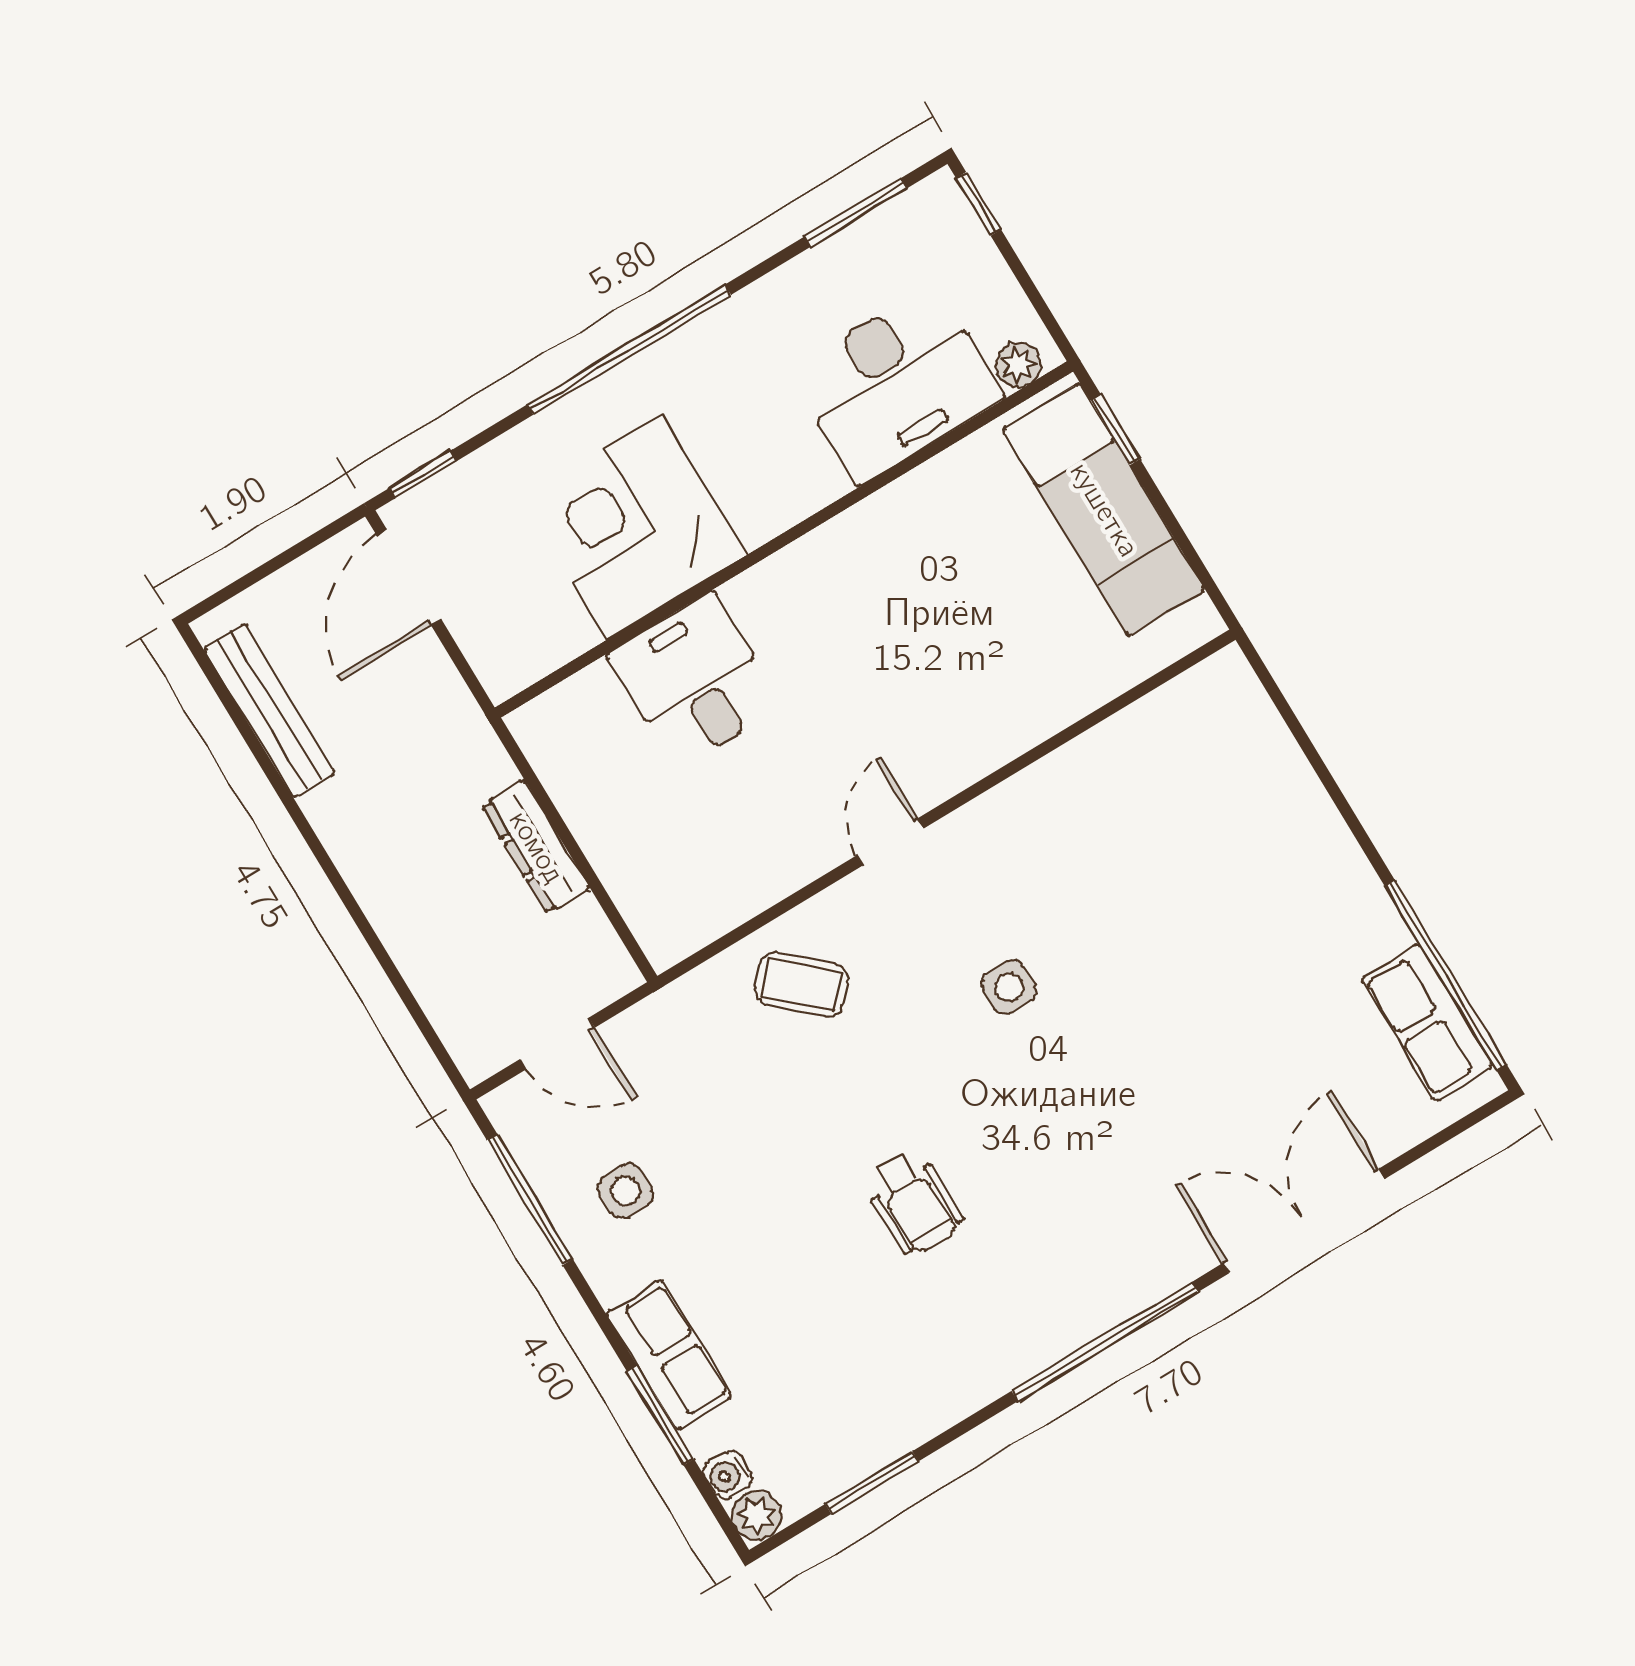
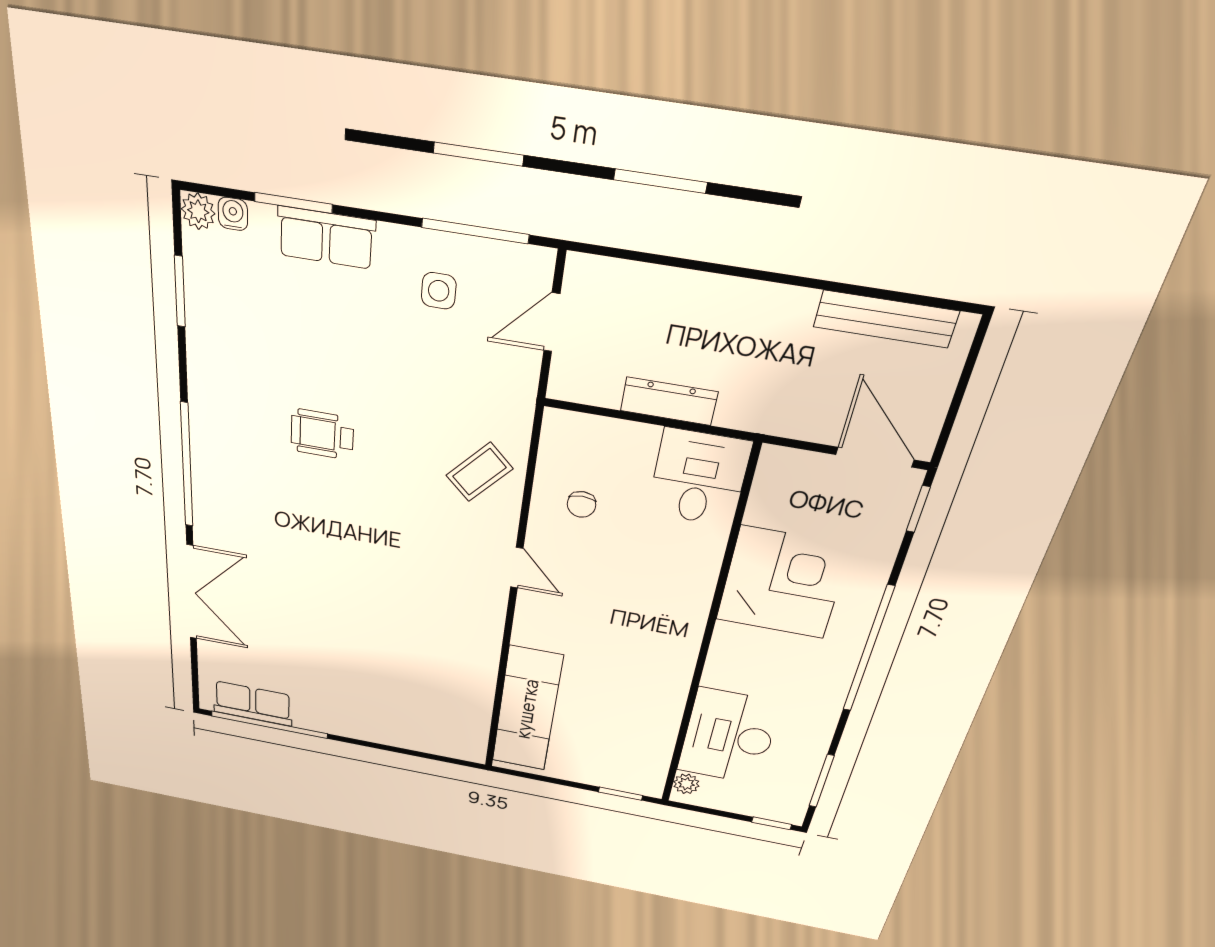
exam couch: (1104, 510) -> (527, 709), moved, turned 90
desk: (695, 681) -> (699, 478), moved, turned -90
chair: (739, 836) -> (582, 504), added
side table: (1009, 987) -> (401, 561), removed

